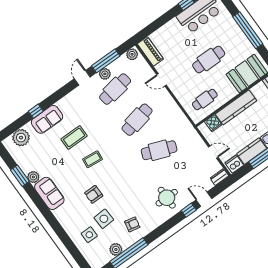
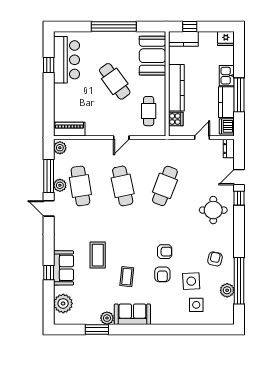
cafe table: (209, 60) -> (115, 81), turned -36
door: (162, 80) -> (121, 138), moved
coffee table: (92, 159) -> (127, 277), moved
armchair: (111, 184) -> (165, 252), added

